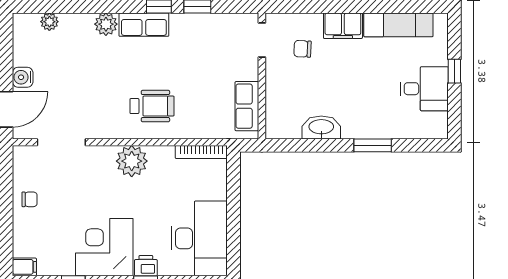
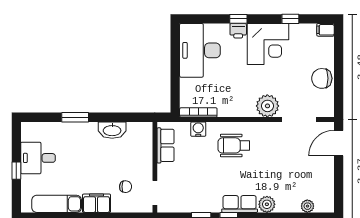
water cooler: (23, 77) -> (198, 129), moved, turned -90
plant: (132, 161) -> (267, 106), moved
chair: (30, 199) -> (322, 78), width x1.87, depth x1.87

